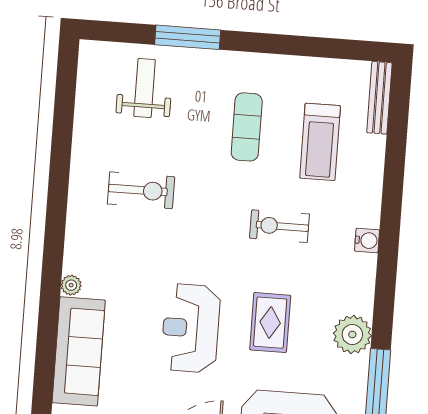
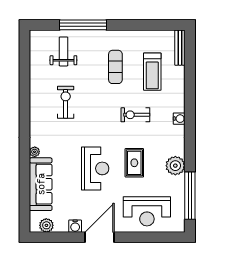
window: (188, 37) -> (83, 25), width x1.46
exercise bike: (141, 190) -> (66, 102), turned -90
reception desk: (191, 328) -> (95, 168), turned 180

